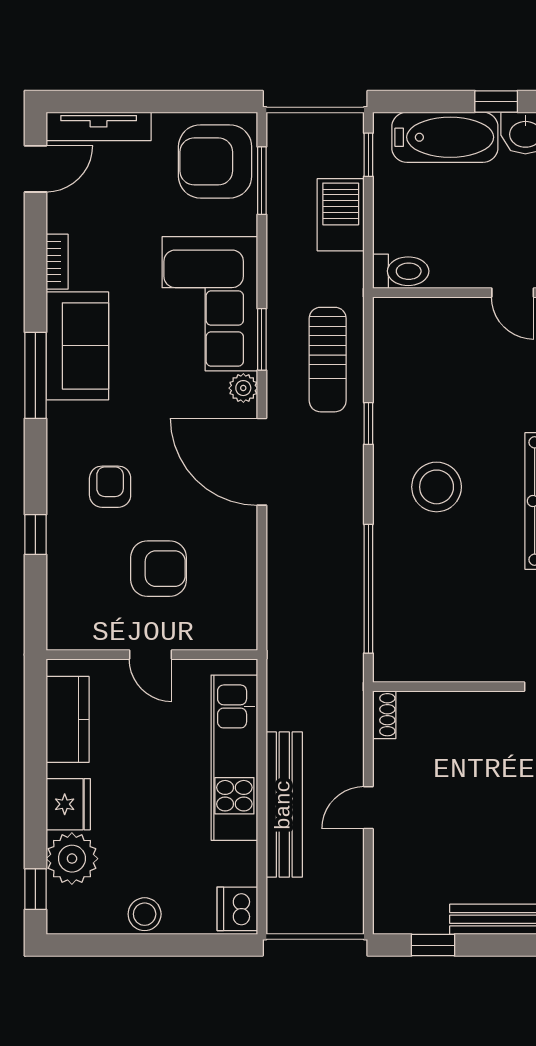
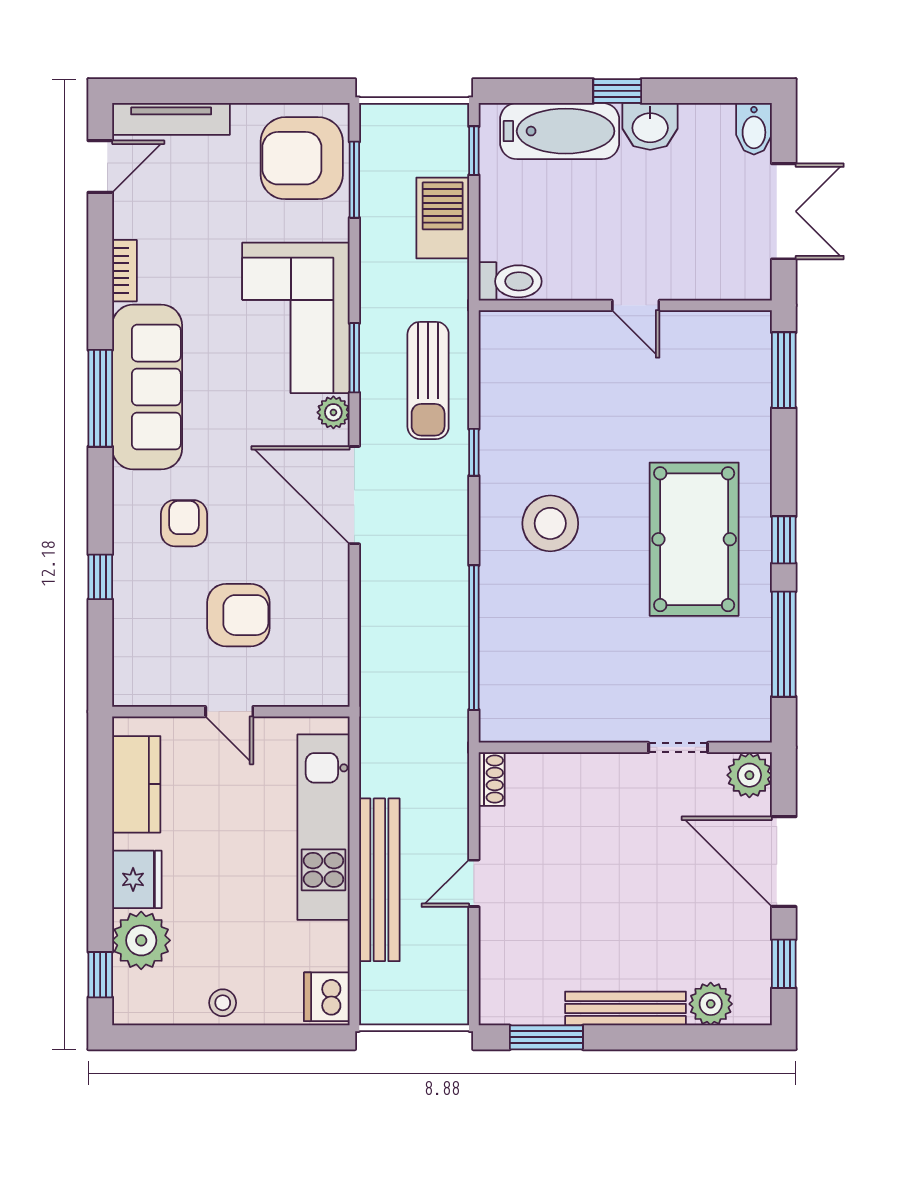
sofa: (77, 346) -> (147, 387), width x1.36
stool: (145, 914) -> (223, 1003), width x0.73, depth x0.73
window: (433, 945) -> (546, 1037), width x1.50

